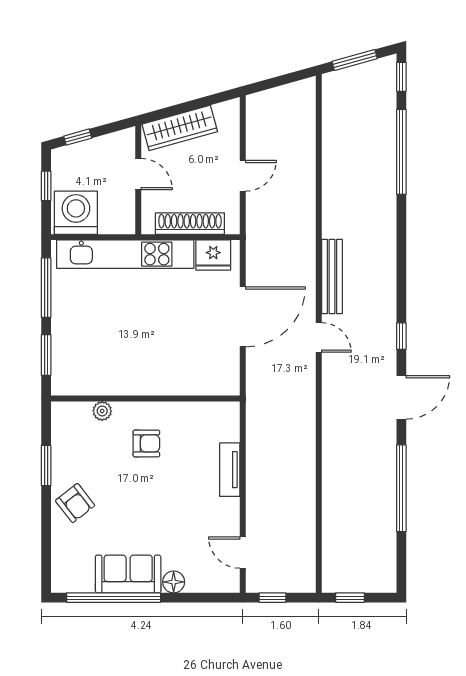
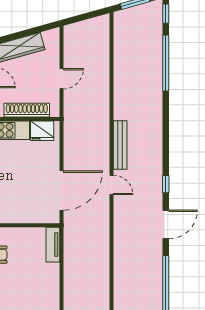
door: (243, 317) -> (61, 191), moved
tv unit: (230, 470) -> (53, 245), moved

